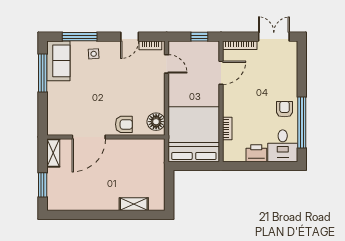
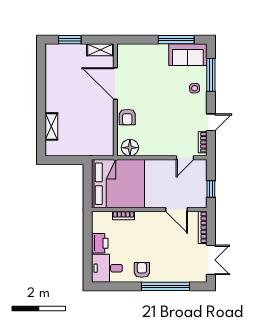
door: (130, 37) -> (211, 122), swing flipped
armchair: (284, 109) -> (142, 270), turned -90
window: (302, 123) -> (166, 286), moved

